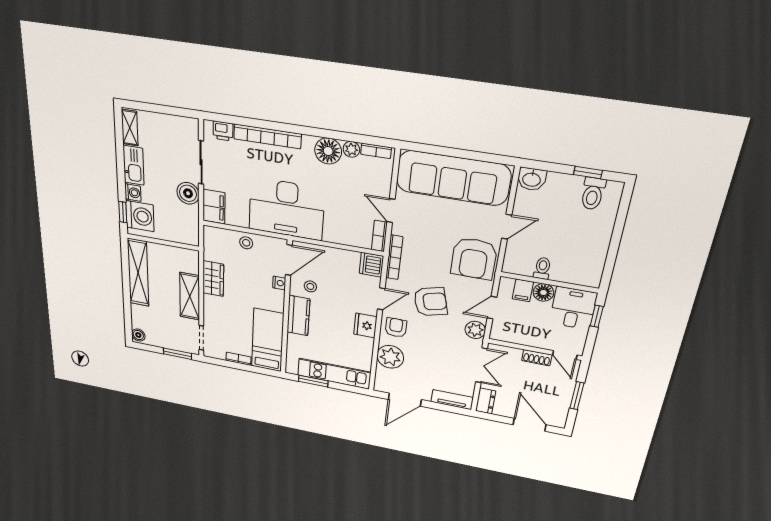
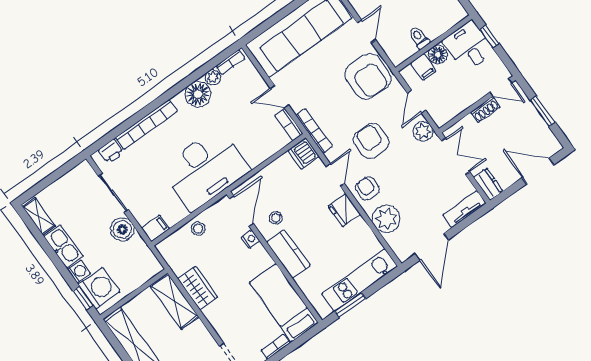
filing cabinet: (214, 207) -> (155, 228), width x0.50
shelving: (190, 296) -> (174, 301), moved
armchair: (430, 302) -> (371, 141), turned -75

